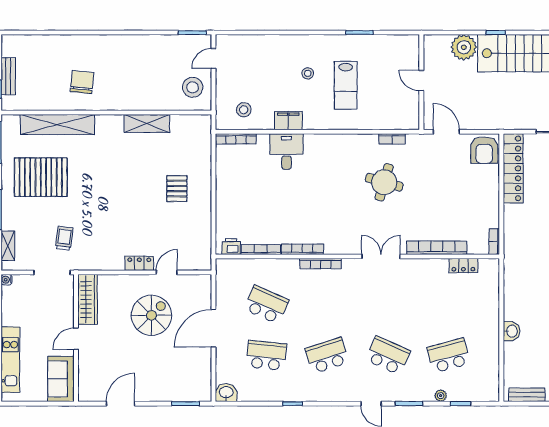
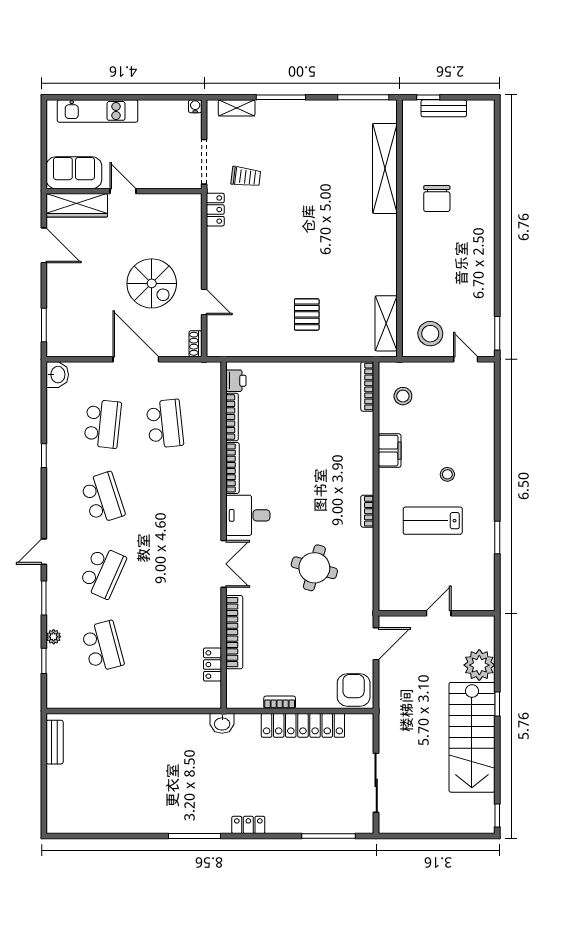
chair: (82, 82) -> (437, 198), turned 84
shelving: (147, 123) -> (386, 323), moved
bookcase: (392, 139) -> (367, 511), moved
armchair: (484, 150) -> (354, 690), turned 90
desk: (286, 152) -> (248, 515), moved, turned 180
locker: (513, 168) -> (303, 725), moved
pallet: (41, 177) -> (321, 148), removed
pallet: (177, 189) -> (307, 314), turned 90
bookcase: (494, 242) -> (280, 702), moved
locker: (139, 263) -> (215, 210), moved
bookcase: (321, 264) -> (215, 490), removed
shoe rack: (201, 280) -> (195, 344), added
wardrobe: (88, 299) -> (77, 205), moved
school desk: (266, 305) -> (165, 424), turned -30
washbasin: (512, 331) -> (222, 723), moved

